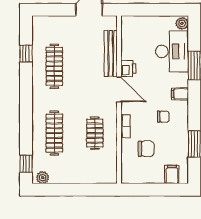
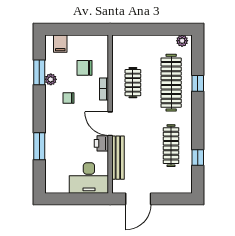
plant: (182, 23) -> (51, 79), moved
desk: (172, 51) -> (89, 178), moved, turned -90
filing cabinet: (180, 94) -> (53, 120), removed
clothes rail: (54, 133) -> (171, 83), width x1.37, depth x1.31
window: (26, 164) -> (198, 83), moved

